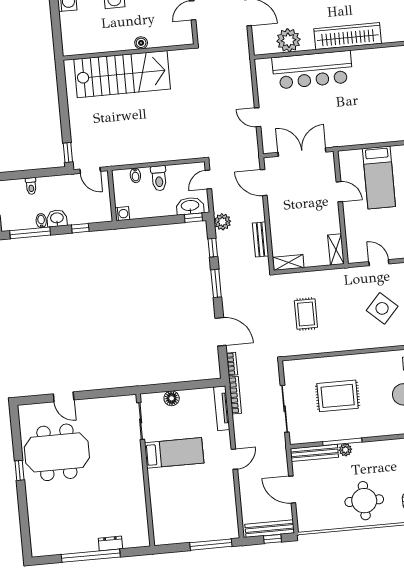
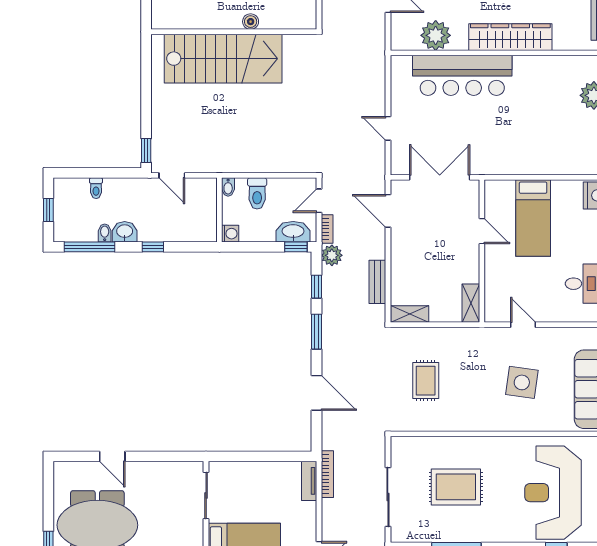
wall: (112, 196) -> (219, 210), moved
washing machine: (122, 214) -> (230, 234), moved
side table: (382, 308) -> (522, 382), turned -34
bookcase: (232, 364) -> (327, 229), moved
floor lamp: (172, 398) -> (247, 471), removed
tv unit: (222, 408) -> (309, 481), width x0.71

